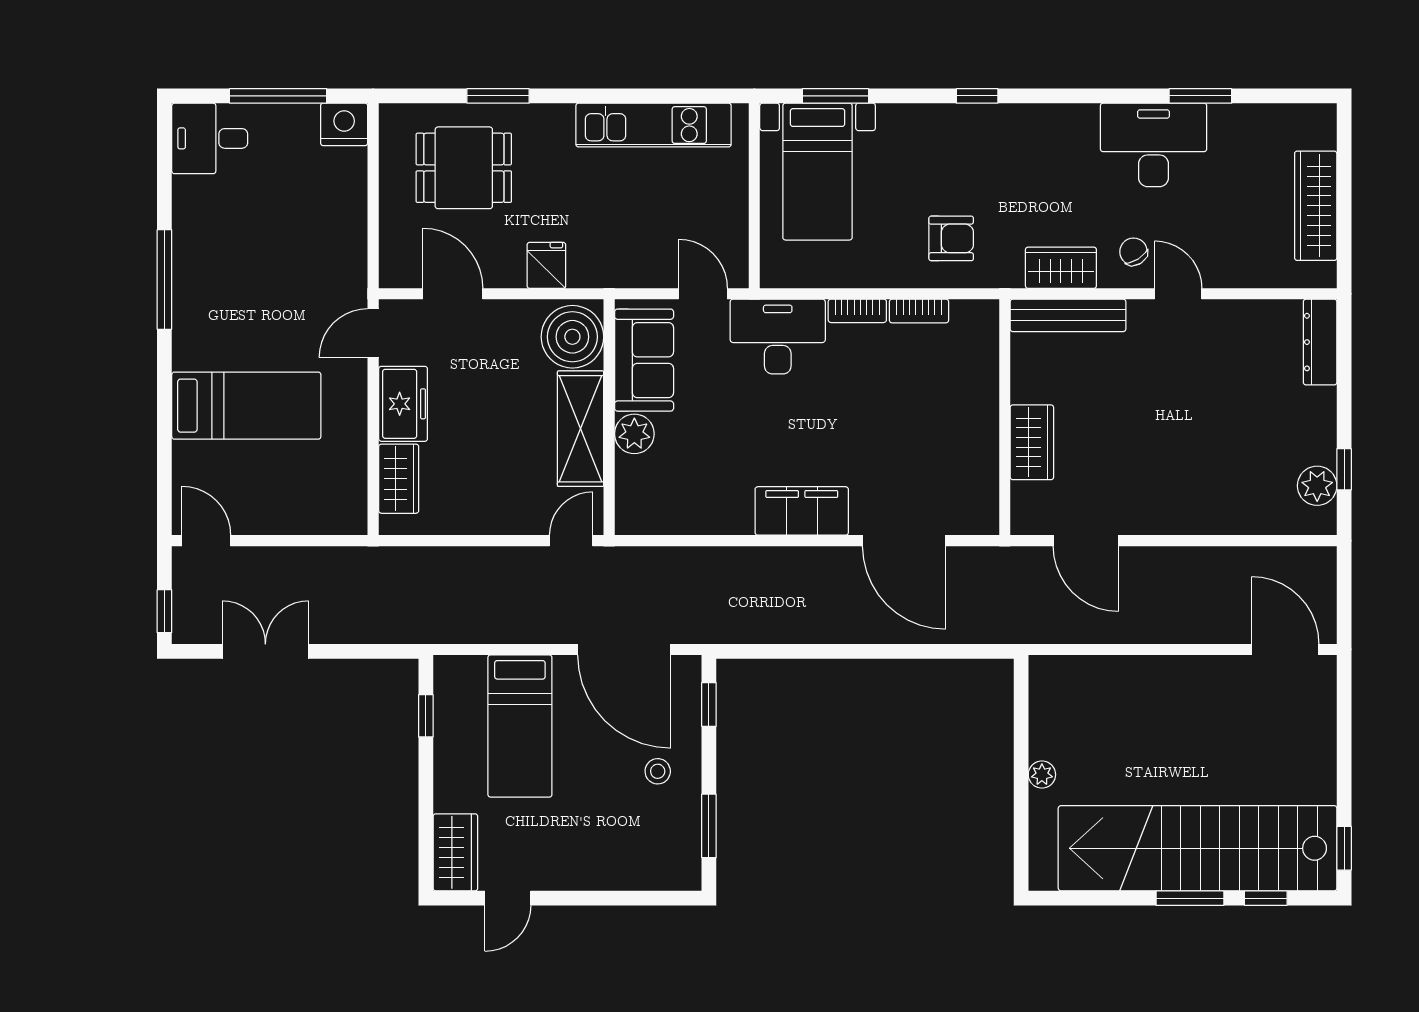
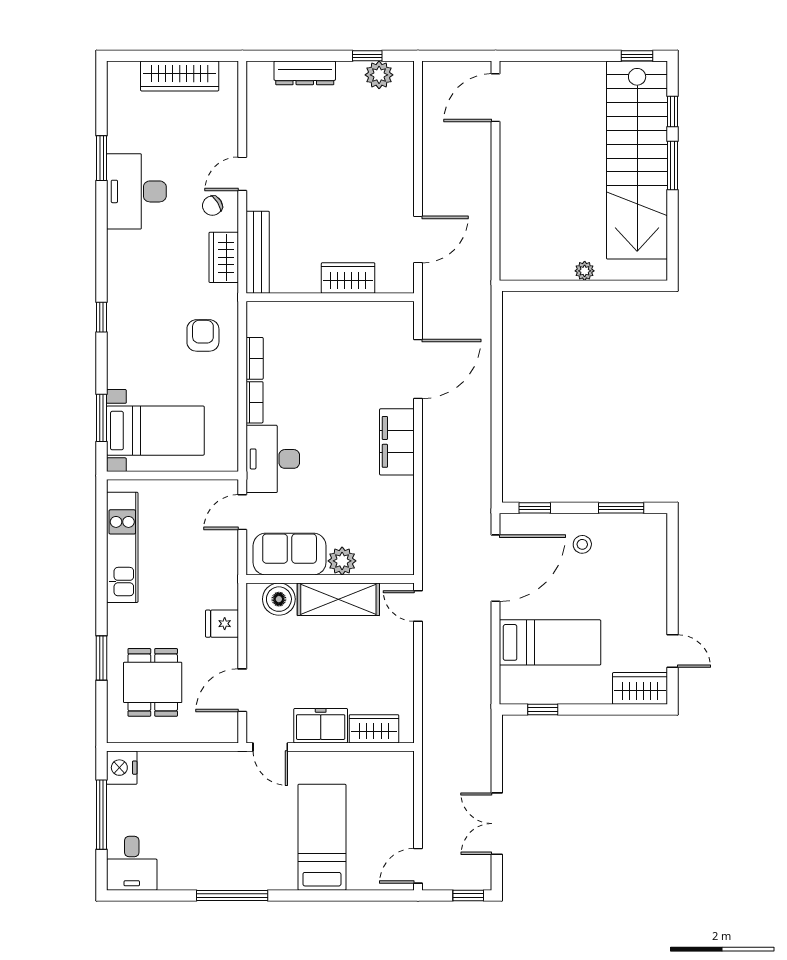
boiler: (572, 337) -> (279, 599), width x0.73, depth x0.73
dresser: (1320, 342) -> (305, 73), moved

